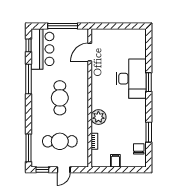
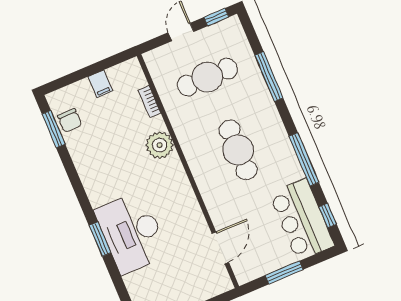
window: (63, 26) -> (284, 272), width x0.69
window: (149, 132) -> (54, 129), moved
window: (29, 148) -> (269, 77), moved

